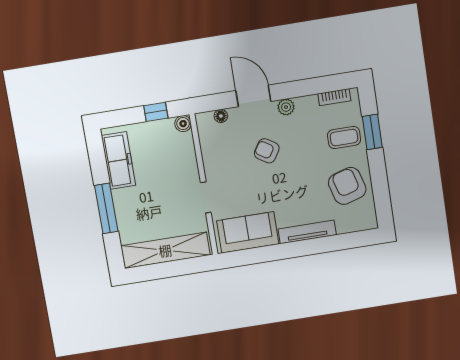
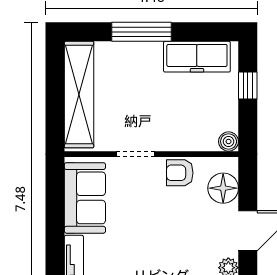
window: (156, 112) -> (248, 86), moved
floor lamp: (221, 116) -> (223, 188), width x1.89, depth x1.89
armchair: (267, 151) -> (180, 173), moved, turned -123

